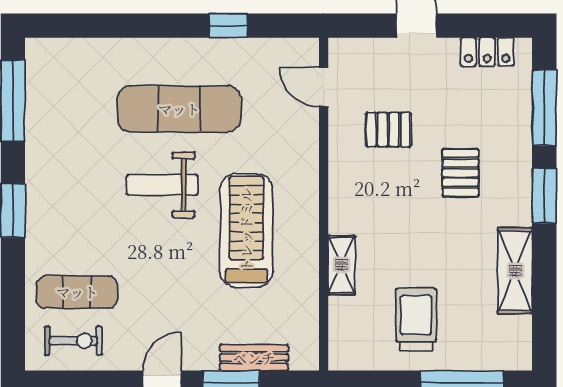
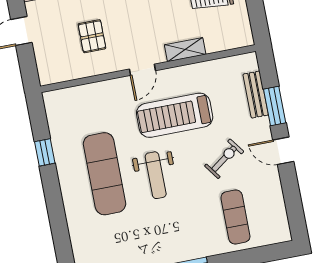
door: (324, 87) -> (142, 70), moved
exercise bike: (73, 341) -> (224, 159), moved, turned 54

